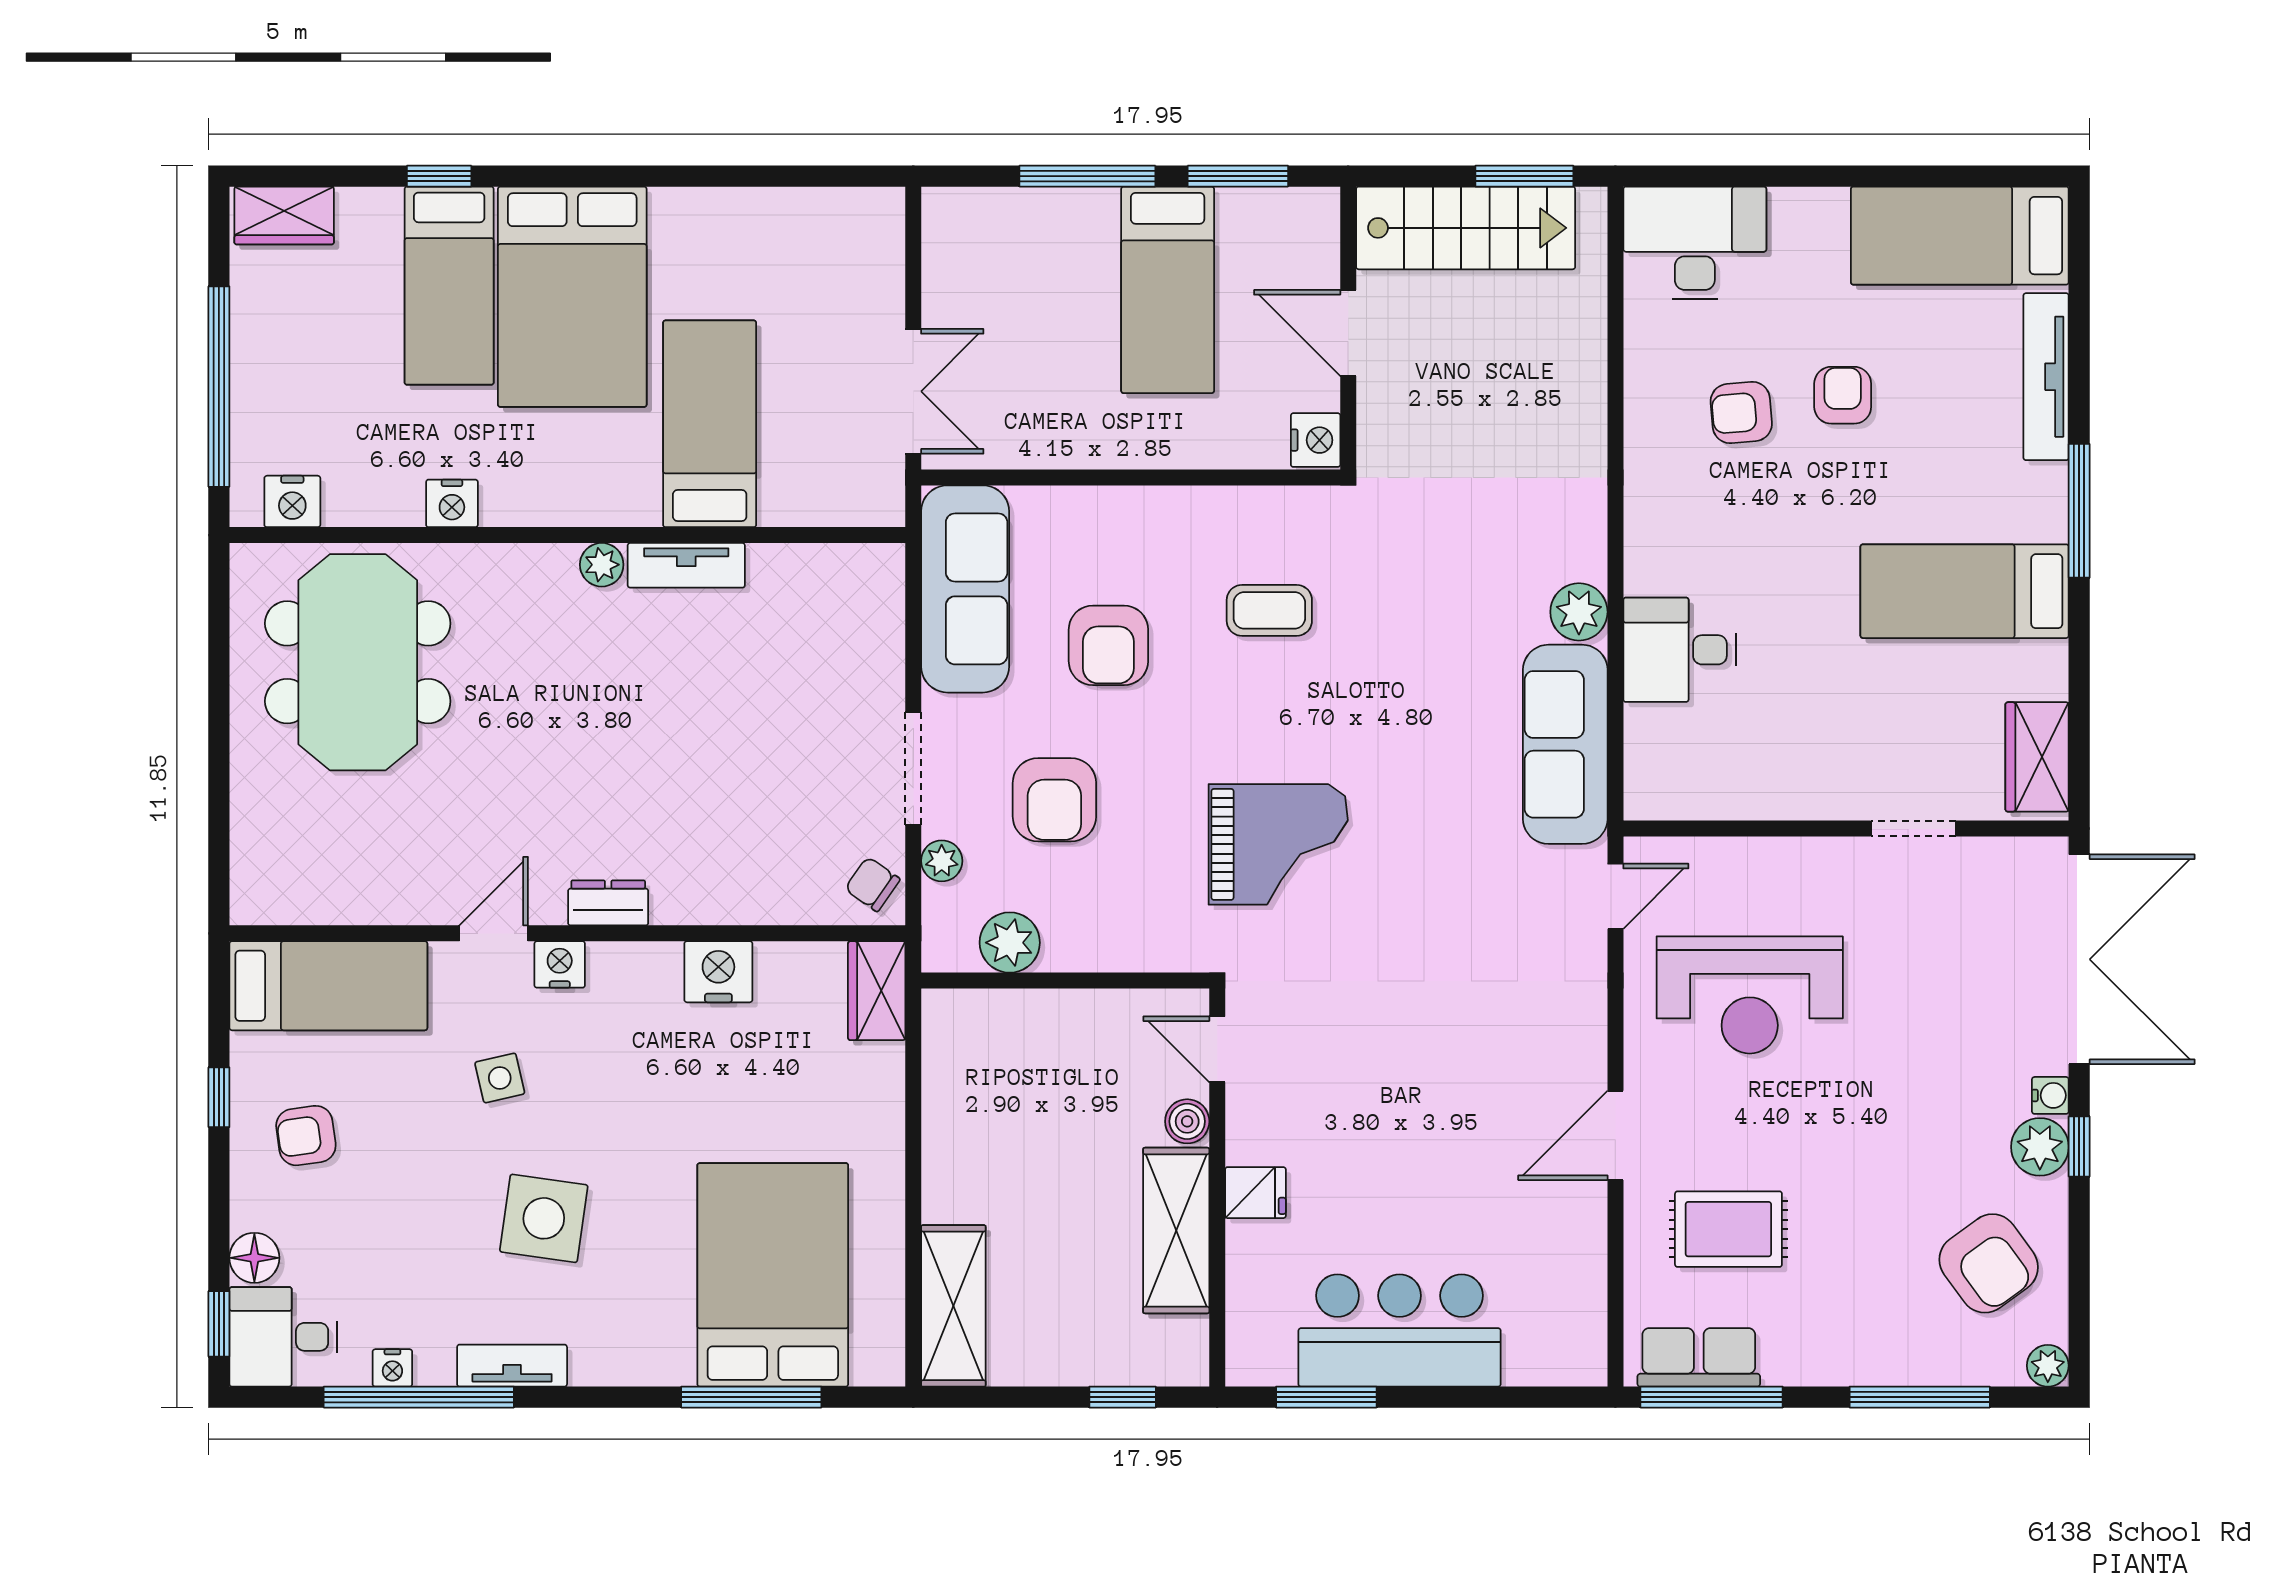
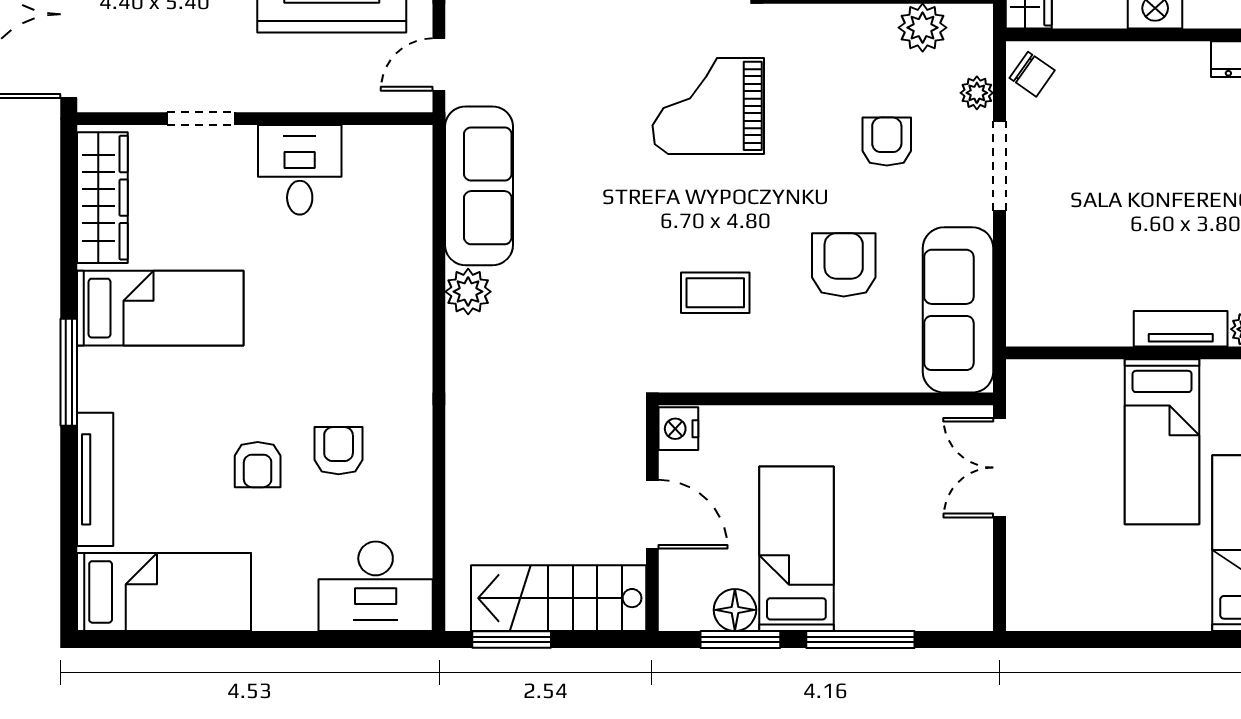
floor lamp: (1245, 213) -> (735, 610), added
armchair: (1741, 413) -> (339, 451), turned -85
desk: (1680, 650) -> (300, 170), moved, turned -90
wardrobe: (2037, 757) -> (102, 198), width x1.50
armchair: (1054, 800) -> (887, 142), width x0.72, depth x0.72

